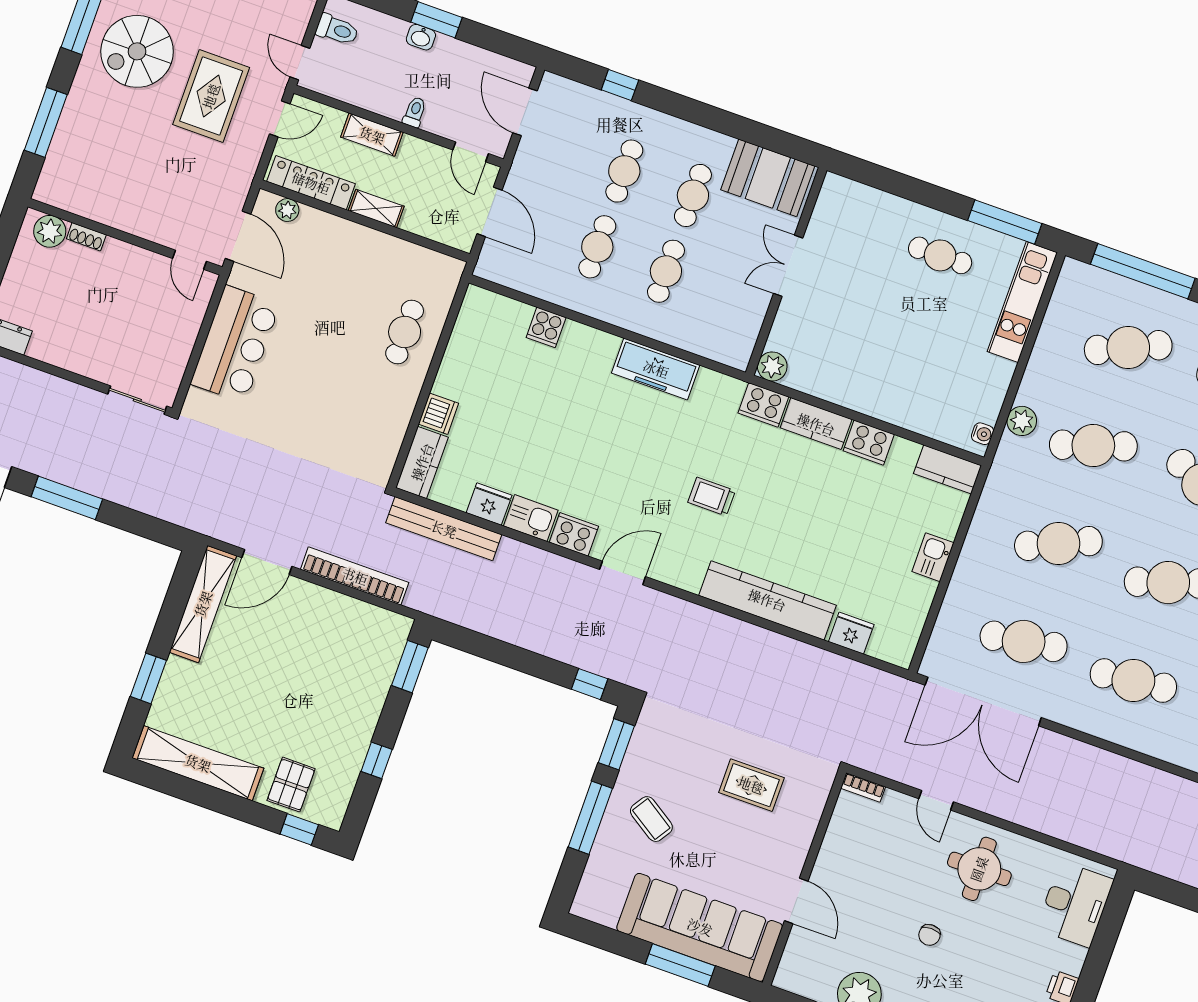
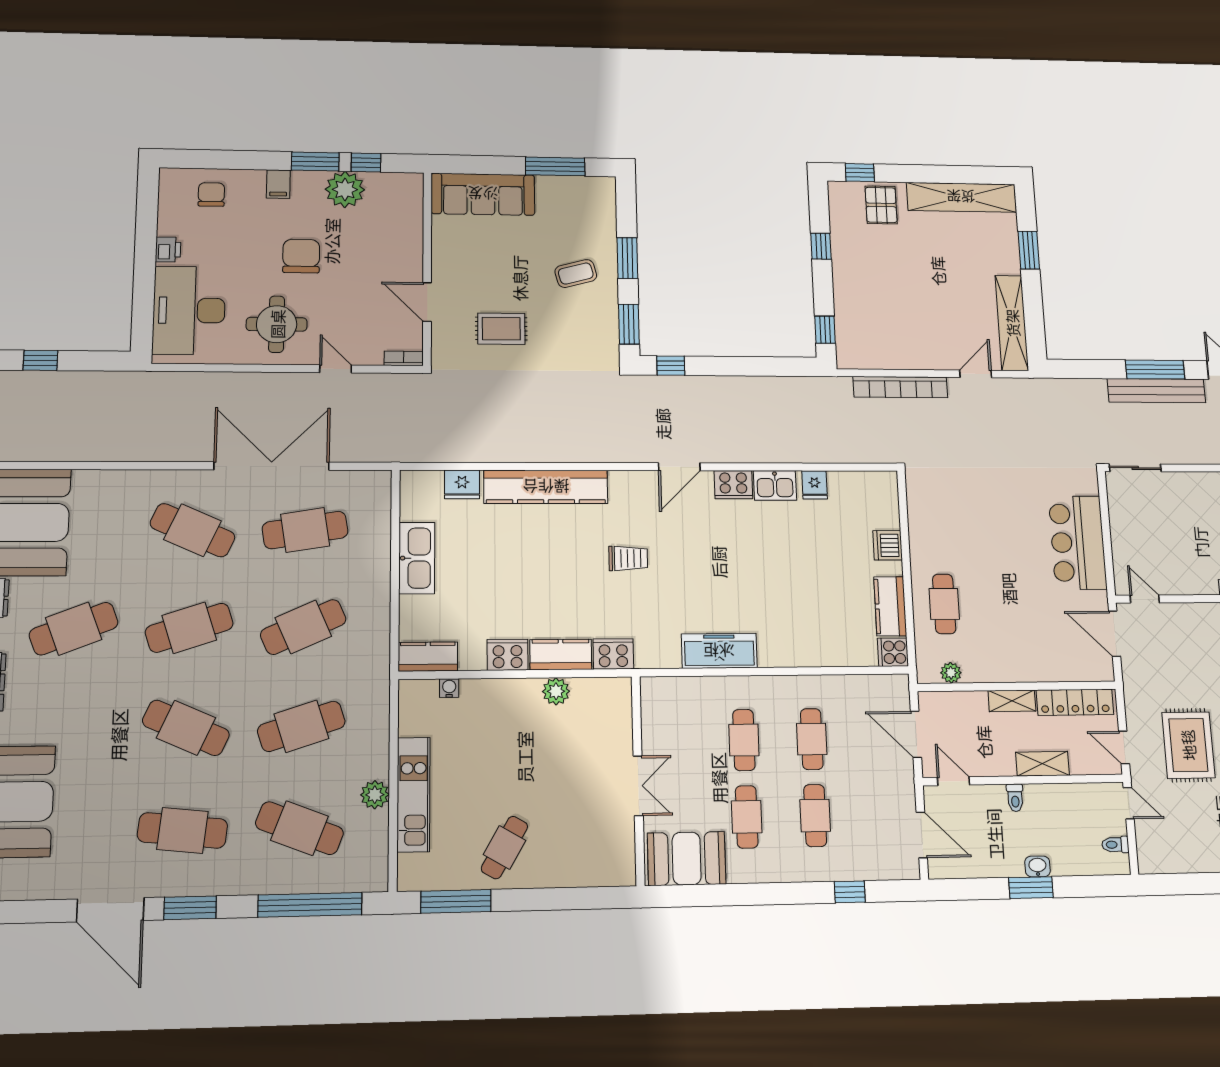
toilet: (337, 30) -> (1115, 845), width x0.73, depth x0.72
door: (280, 119) -> (1124, 747), hinge flipped
plant: (287, 210) -> (951, 673), moved
cafe table: (940, 255) -> (504, 848), turned -60
kitchen unit: (1022, 302) -> (414, 794), moved
cooker: (546, 327) -> (893, 652), moved, turned -90
cafe table: (1128, 348) -> (299, 828), turned 45
plant: (772, 366) -> (556, 691), moved
plant: (1022, 421) -> (375, 795), moved
water cooler: (982, 434) -> (449, 688), moved, turned 90
kitchen counter: (422, 462) -> (890, 606), moved
fridge: (489, 504) -> (815, 485), width x0.72
bench: (444, 529) -> (1156, 391), moved
kitchen sink: (933, 557) -> (417, 558), width x1.87, depth x1.24
door: (267, 562) -> (976, 374), width x0.73
window: (410, 667) -> (825, 330), width x0.67
cafe table: (1133, 681) -> (192, 530), turned 30
double door: (983, 701) -> (272, 466), moved
window: (590, 818) -> (627, 258), width x0.69
coffee table: (651, 819) -> (576, 274), turned -48
door: (796, 901) -> (427, 302), moved
desk: (1075, 904) -> (189, 310), width x1.36, depth x1.30
sofa: (700, 927) -> (483, 194), width x0.74, depth x0.79
chair: (929, 935) -> (301, 256), width x1.87, depth x1.87
window: (680, 965) -> (555, 166), moved

